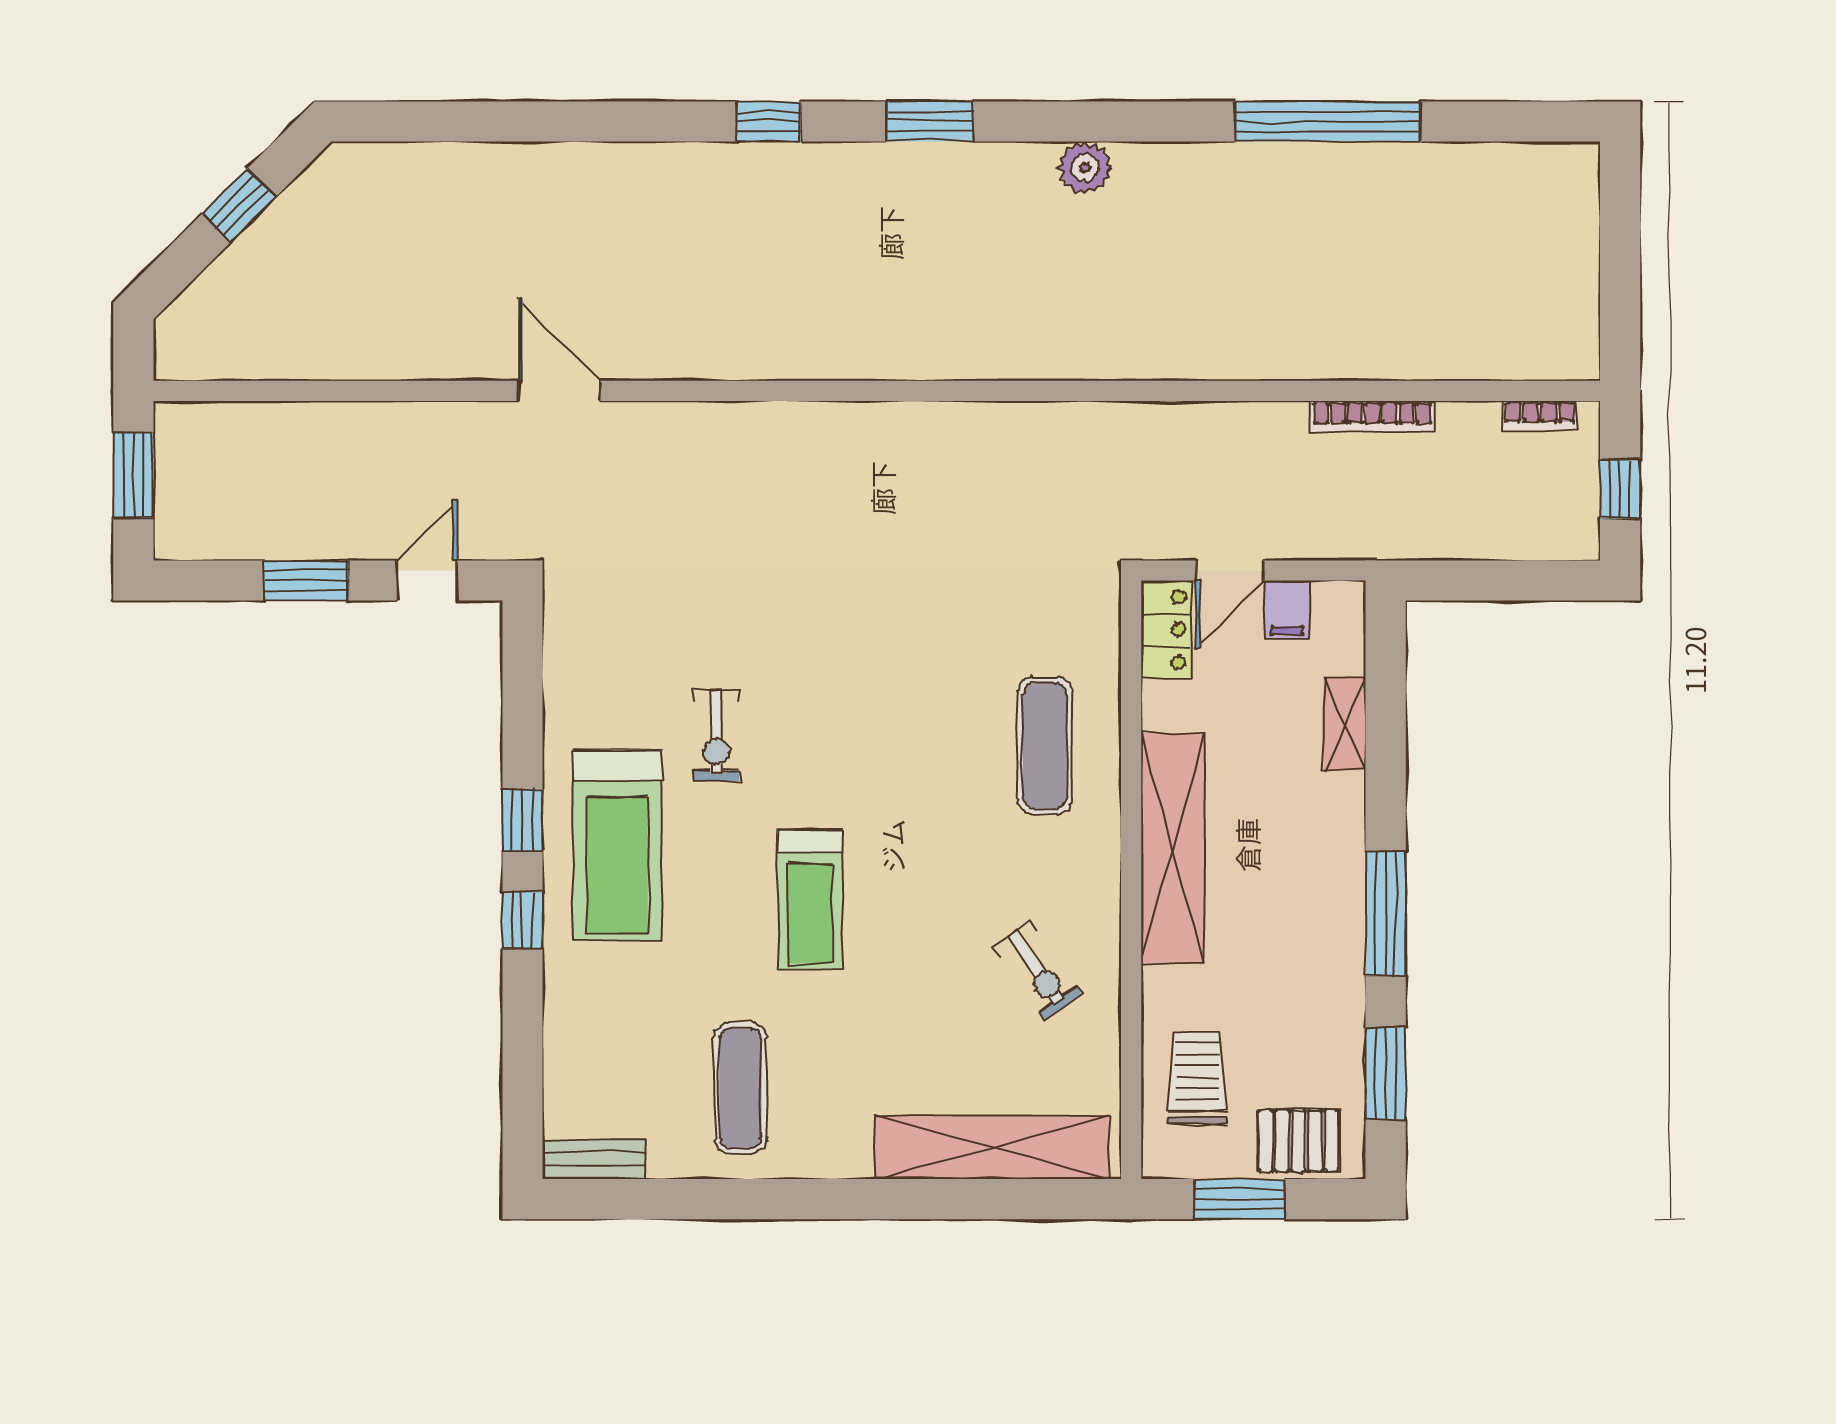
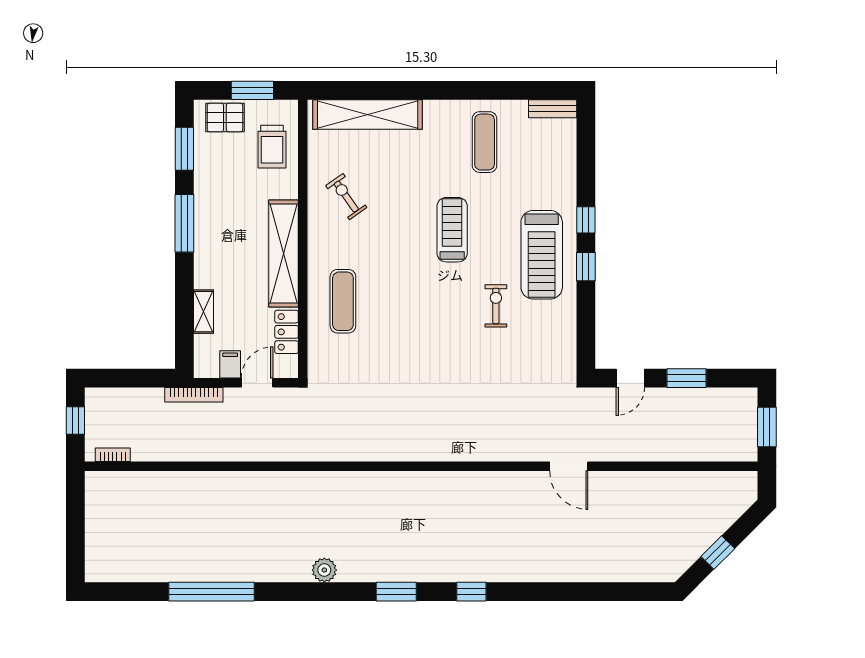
bookcase: (1372, 417) -> (194, 395), moved, turned 180
locker: (1166, 630) -> (287, 332), moved
treadmill: (617, 846) -> (542, 255), turned 180

